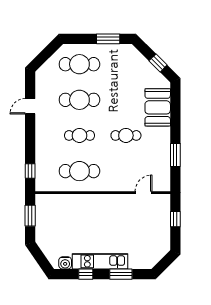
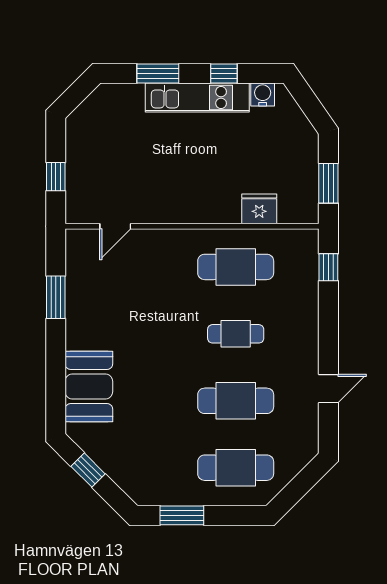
cafe table: (126, 135) -> (148, 334), removed
fridge: (67, 202) -> (259, 209), added

